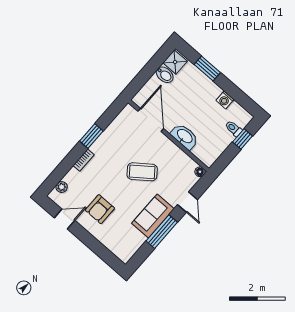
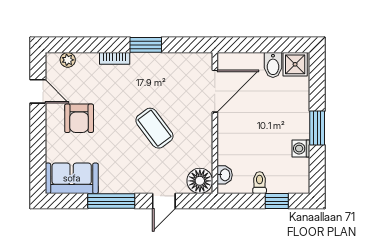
window: (207, 68) -> (317, 128), moved
toilet: (234, 129) -> (260, 183), moved
washbasin: (185, 136) -> (225, 175), moved, width x0.52, depth x0.69
floor lamp: (200, 172) -> (200, 181), width x1.89, depth x1.89
armchair: (100, 209) -> (79, 118), turned -90
sofa: (153, 216) -> (72, 178), moved

